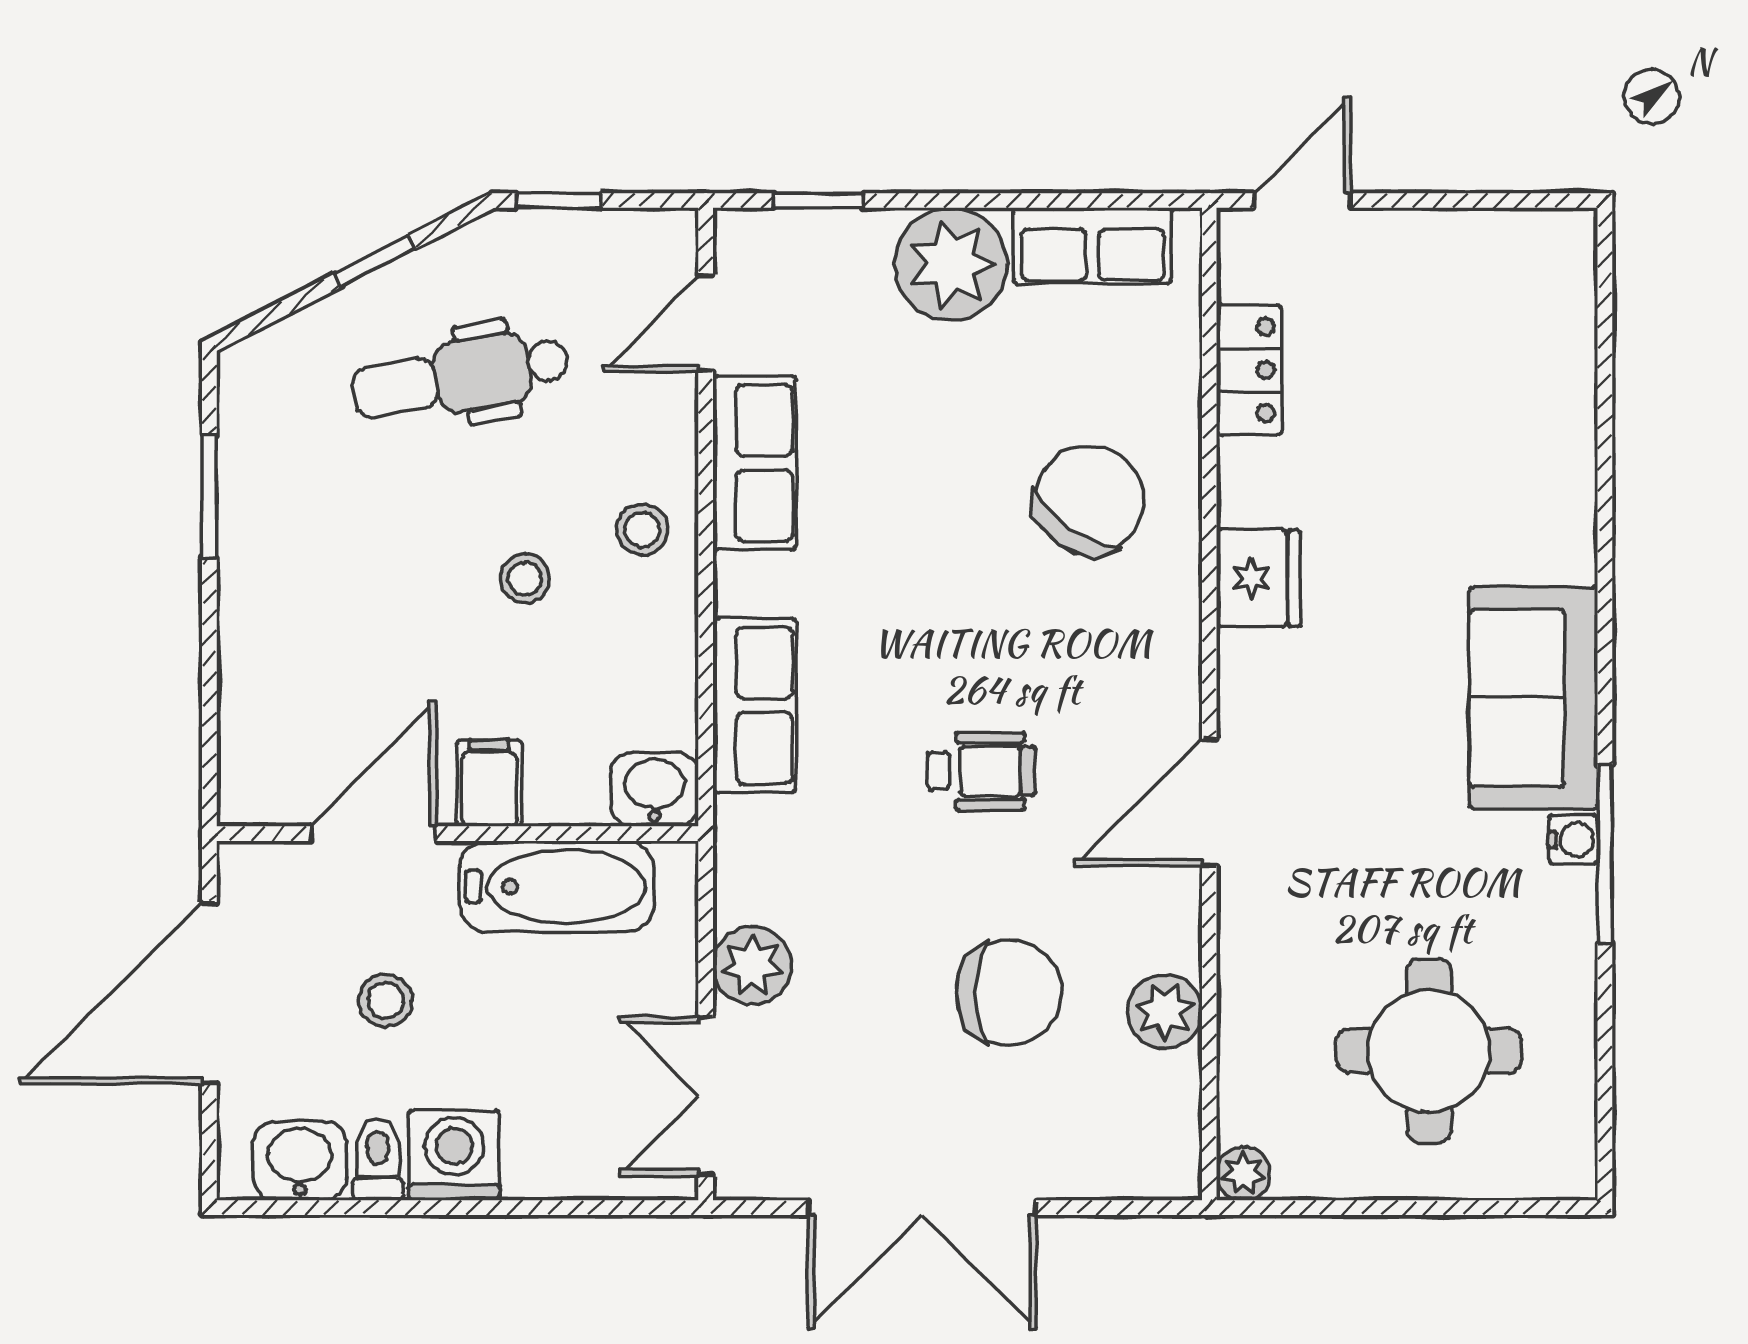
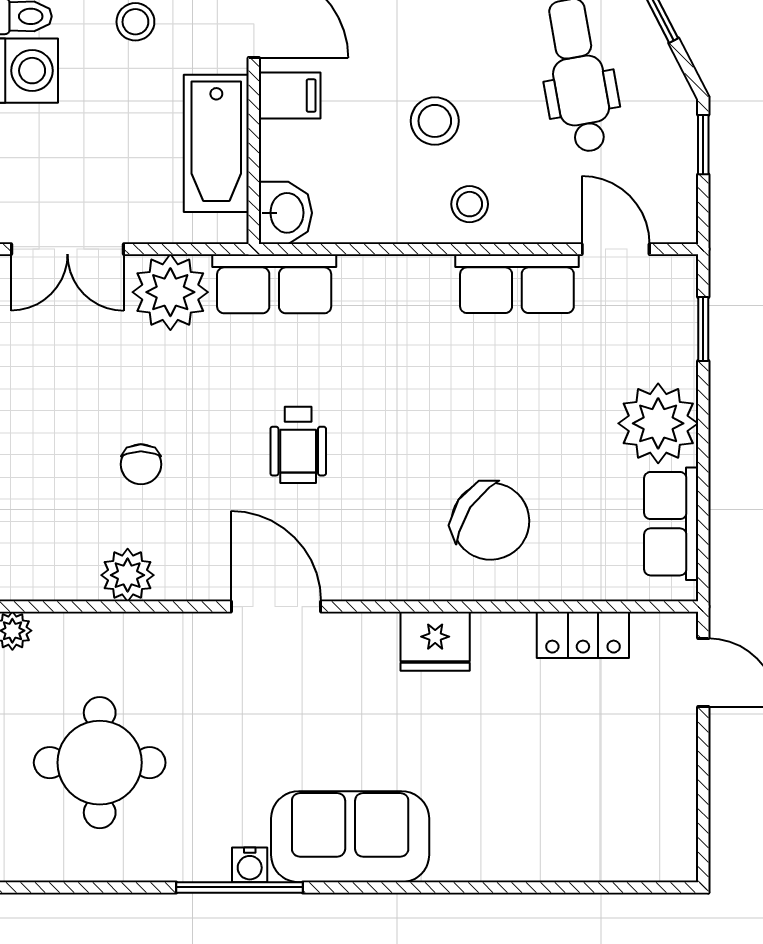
stool: (525, 579) -> (435, 121), width x1.37, depth x1.37
row of seats: (755, 705) -> (274, 284), moved
plant: (752, 966) -> (170, 292), width x1.36, depth x1.36
chair: (1009, 993) -> (141, 464), width x0.54, depth x0.54
double door: (706, 1096) -> (67, 249), swing flipped

